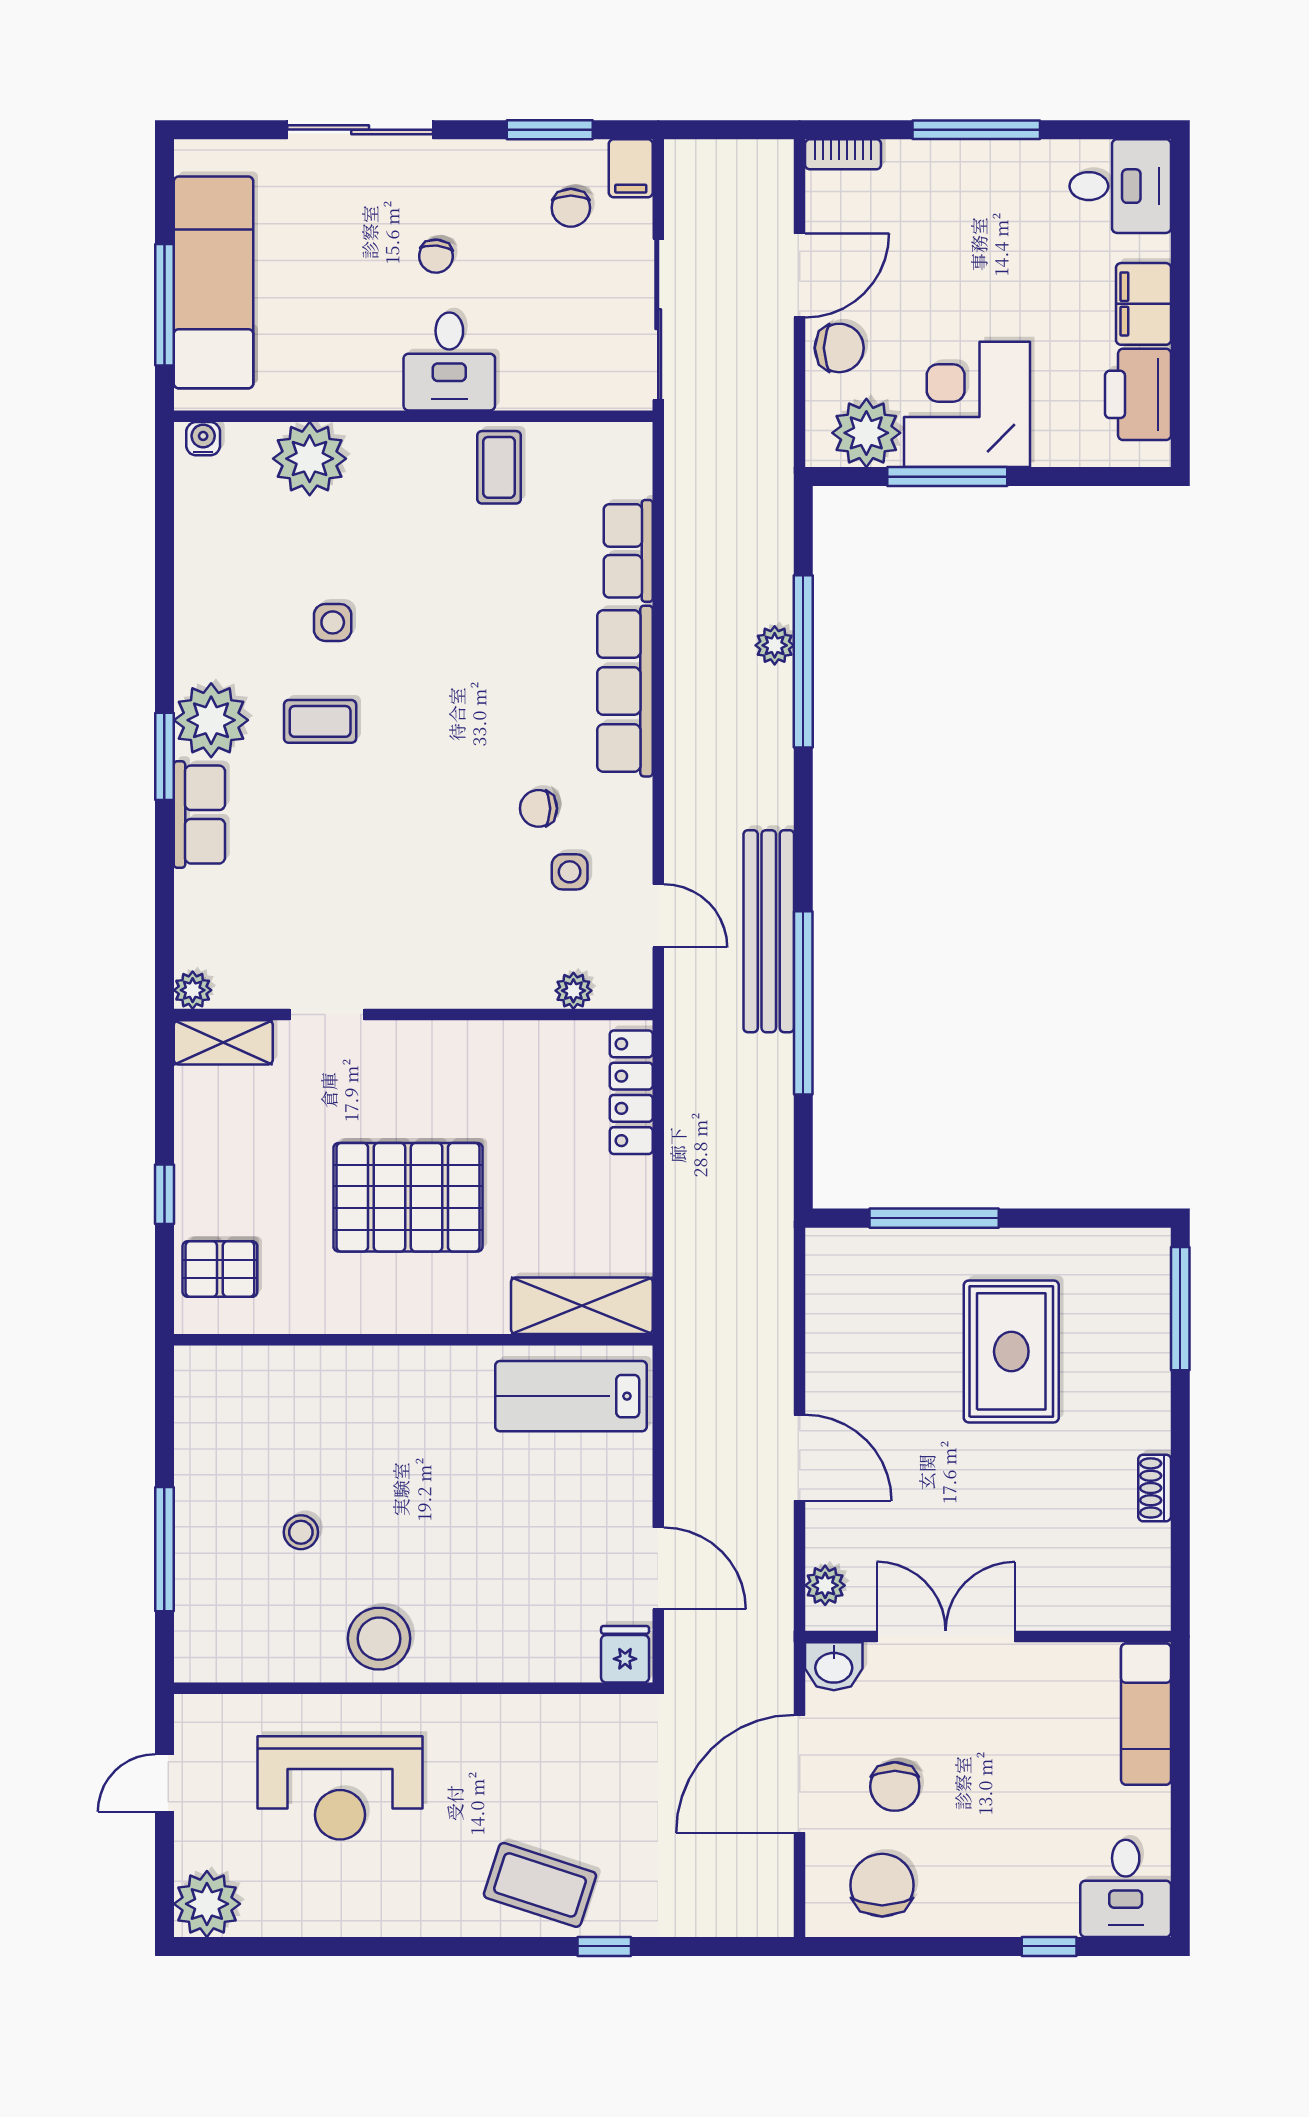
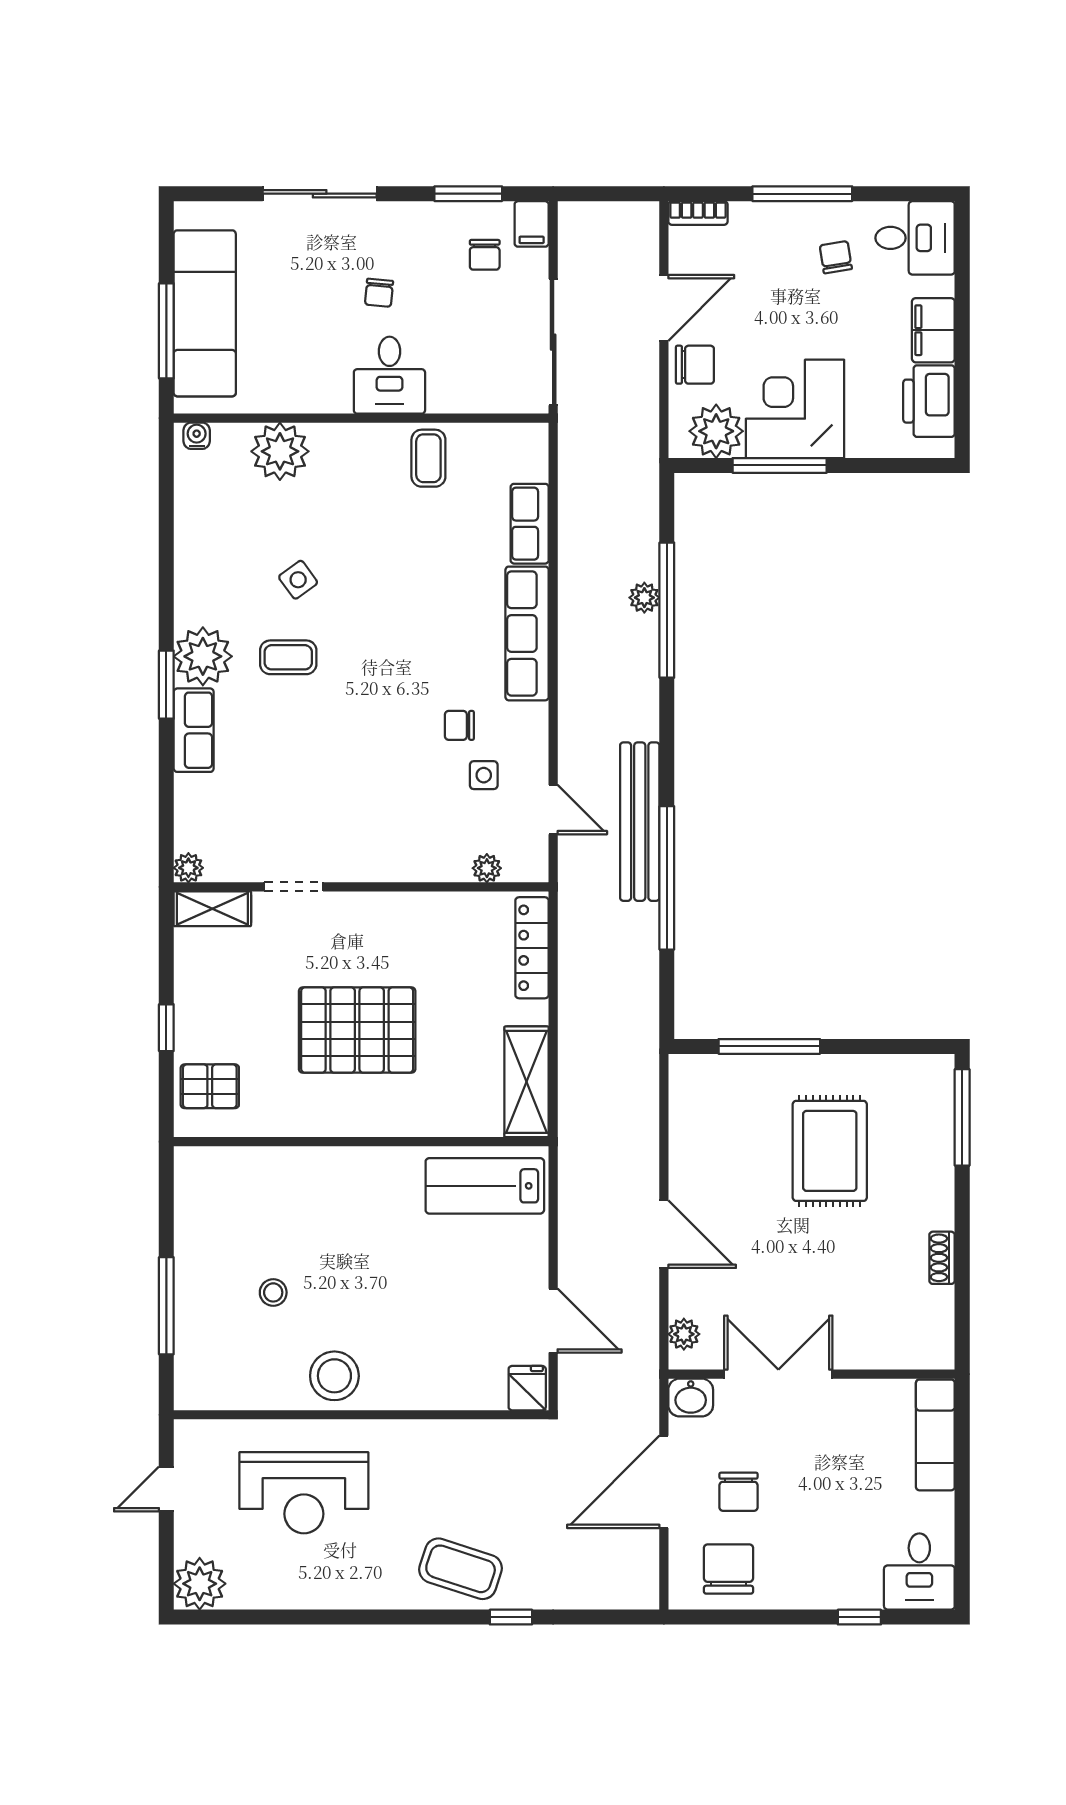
chair: (1019, 211) -> (836, 257), added
side table: (333, 622) -> (298, 580), turned -36
shelving: (582, 1306) -> (527, 1082), moved, turned 90

